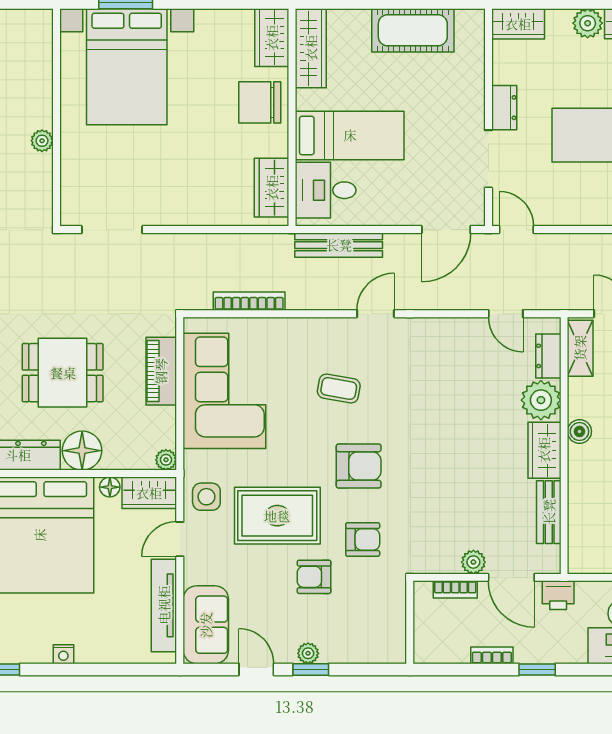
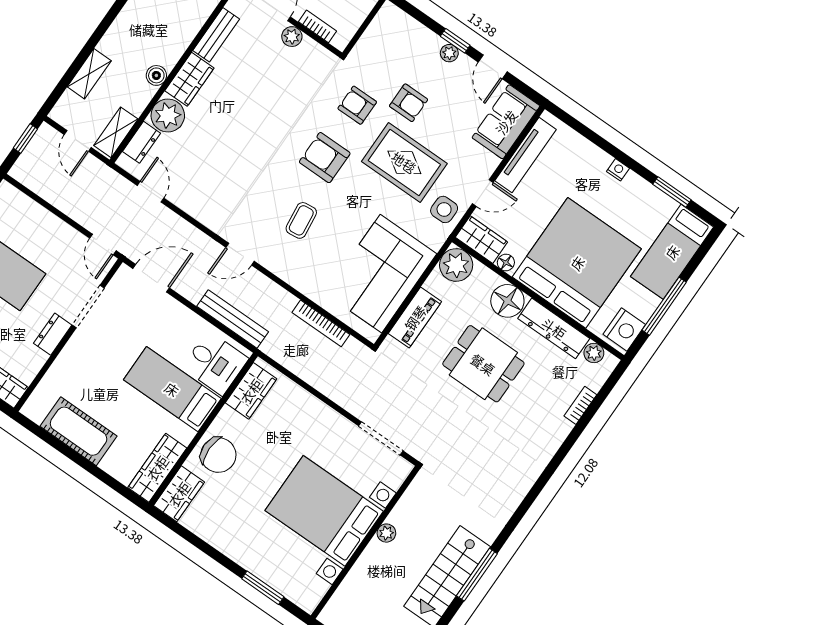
bed with nightstands: (127, 67) -> (324, 511), moved, turned -90
coffee table: (339, 389) -> (301, 220), turned 73
plant: (166, 460) -> (456, 265), width x1.87, depth x1.87

